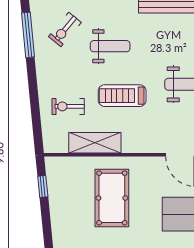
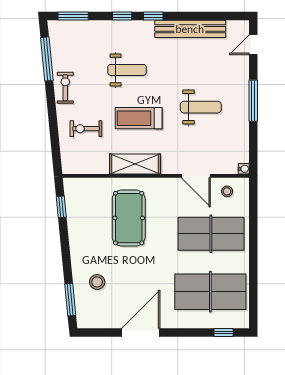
exercise bike: (65, 29) -> (65, 88), moved, turned 140
shelving: (95, 143) -> (135, 164), moved

